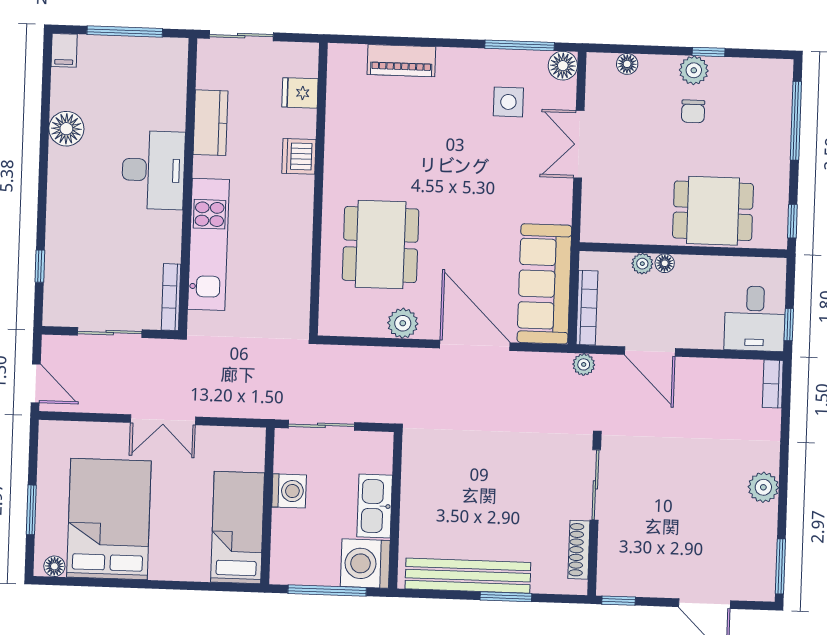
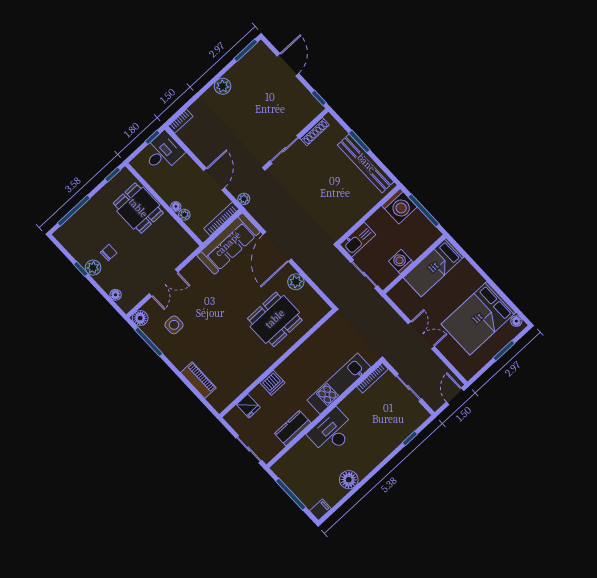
kitchen sink: (375, 506) -> (358, 240), moved

